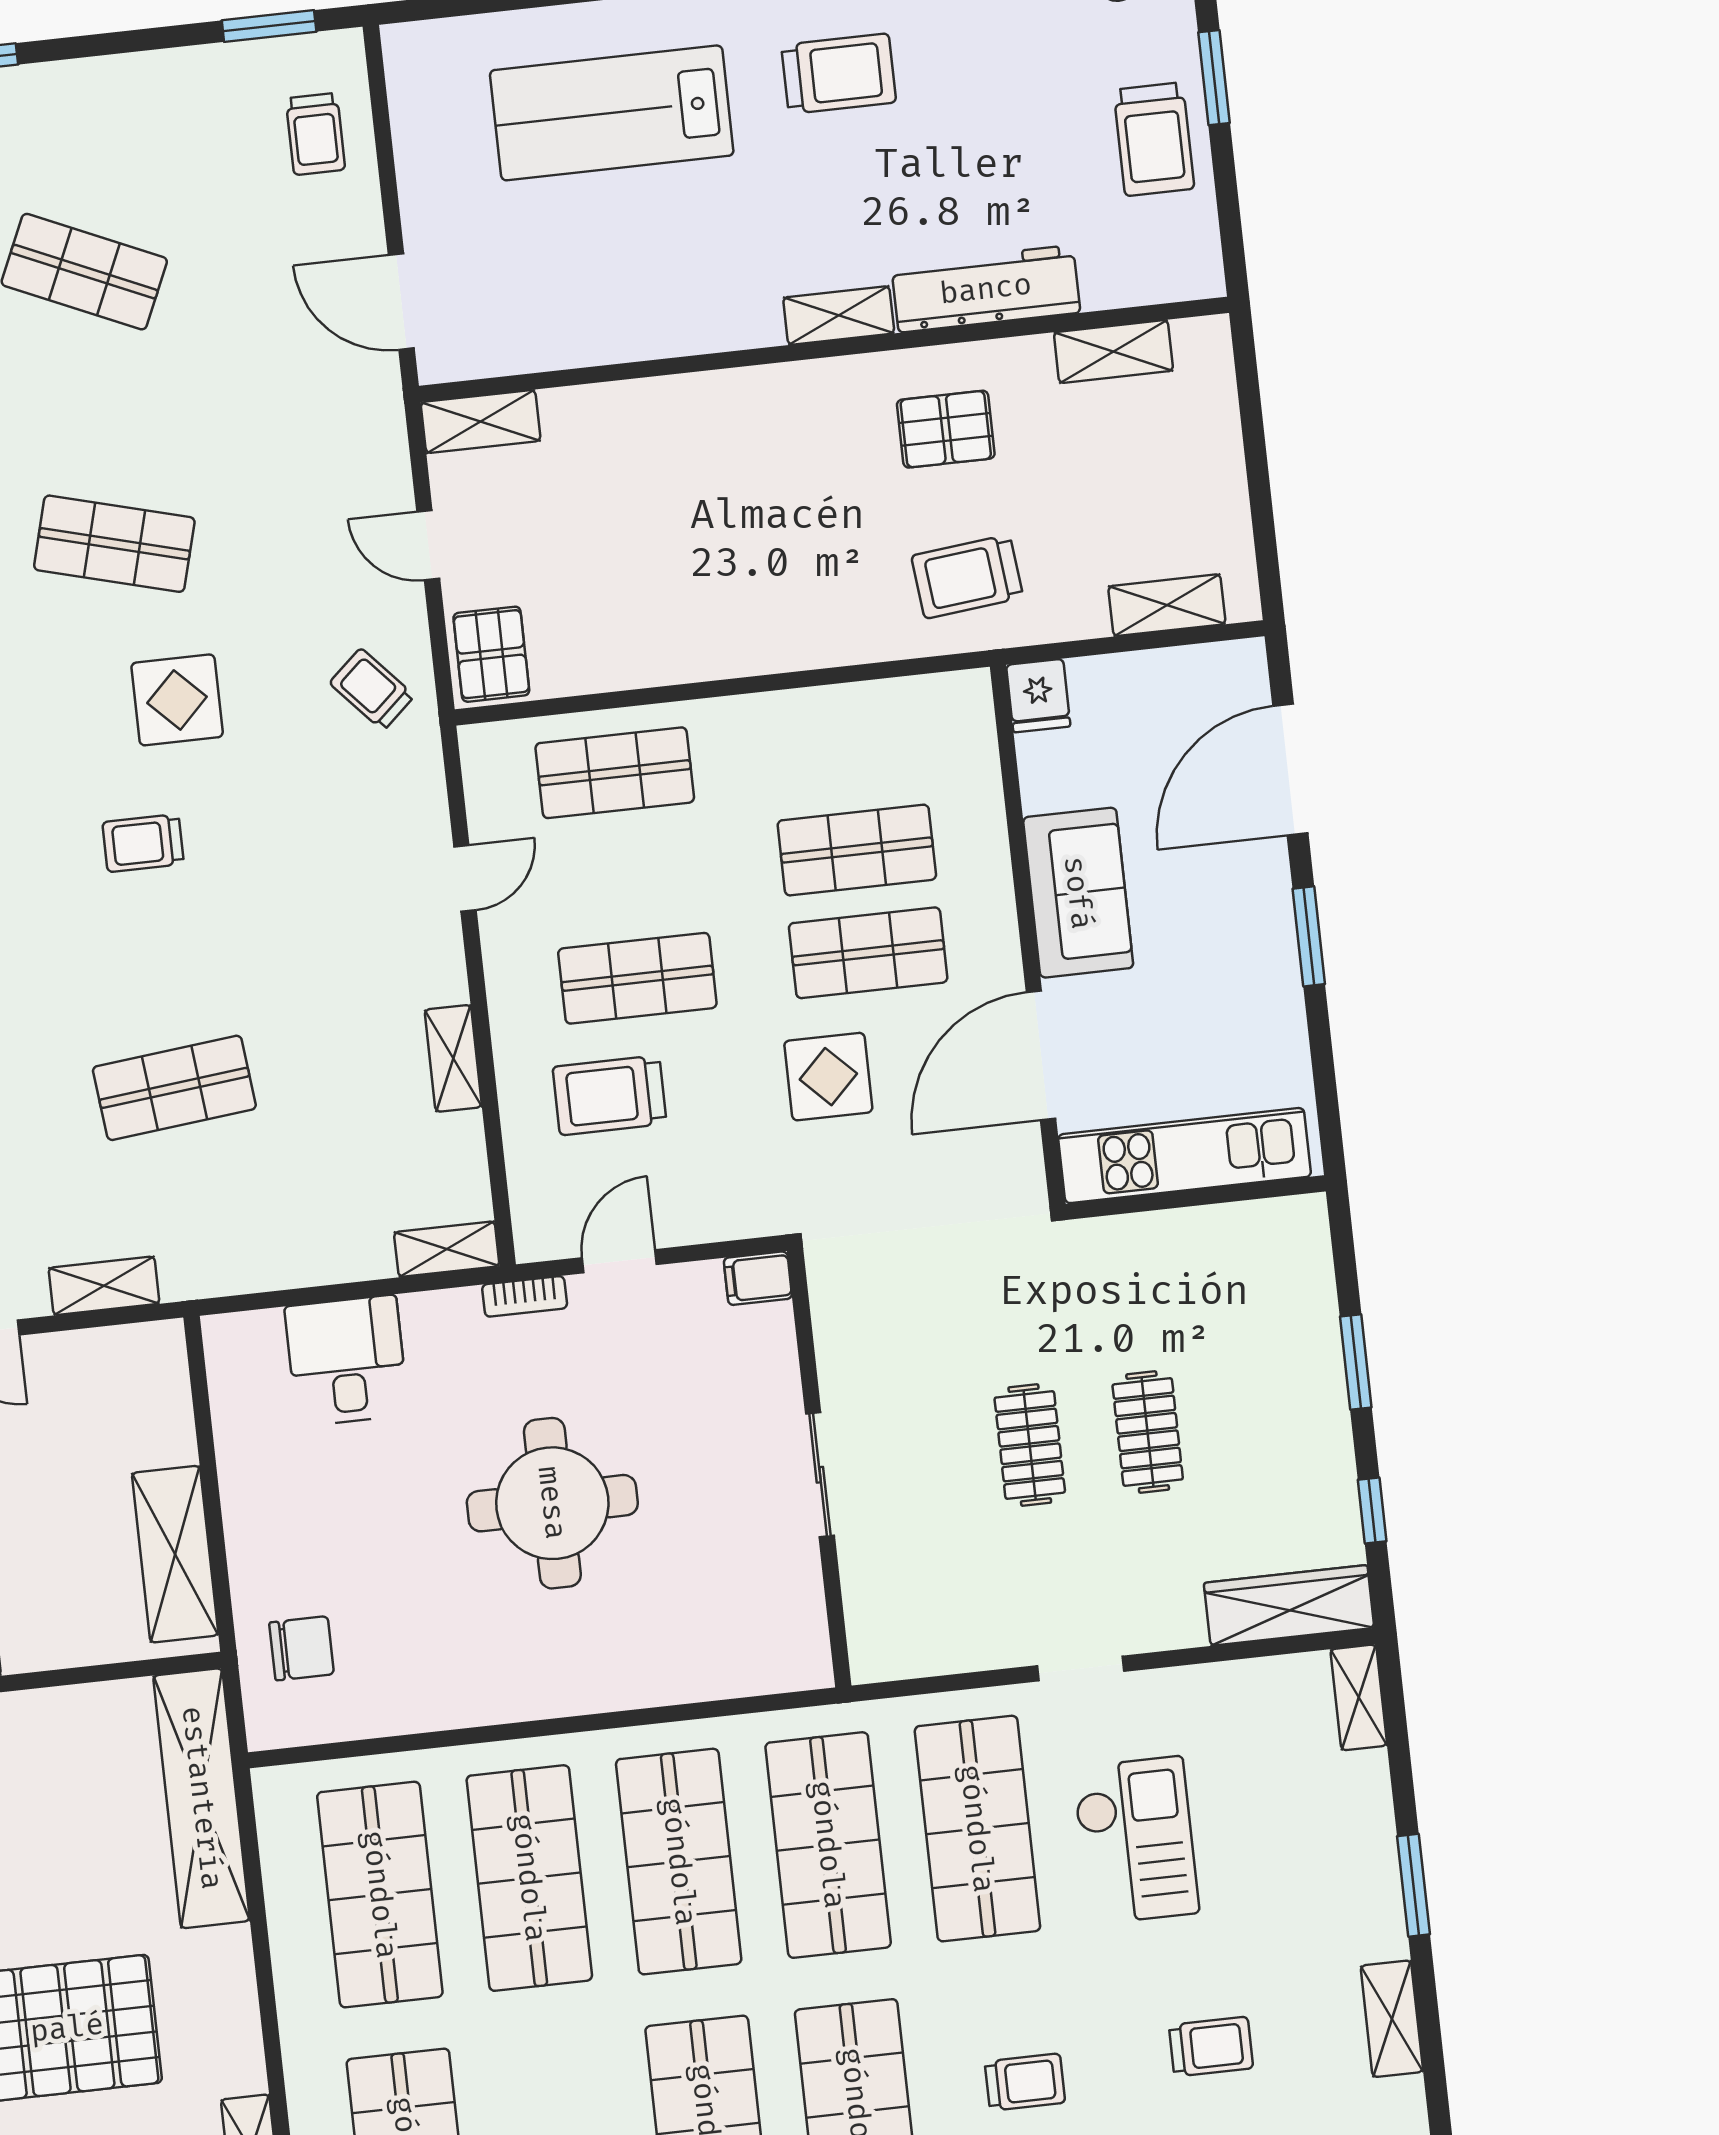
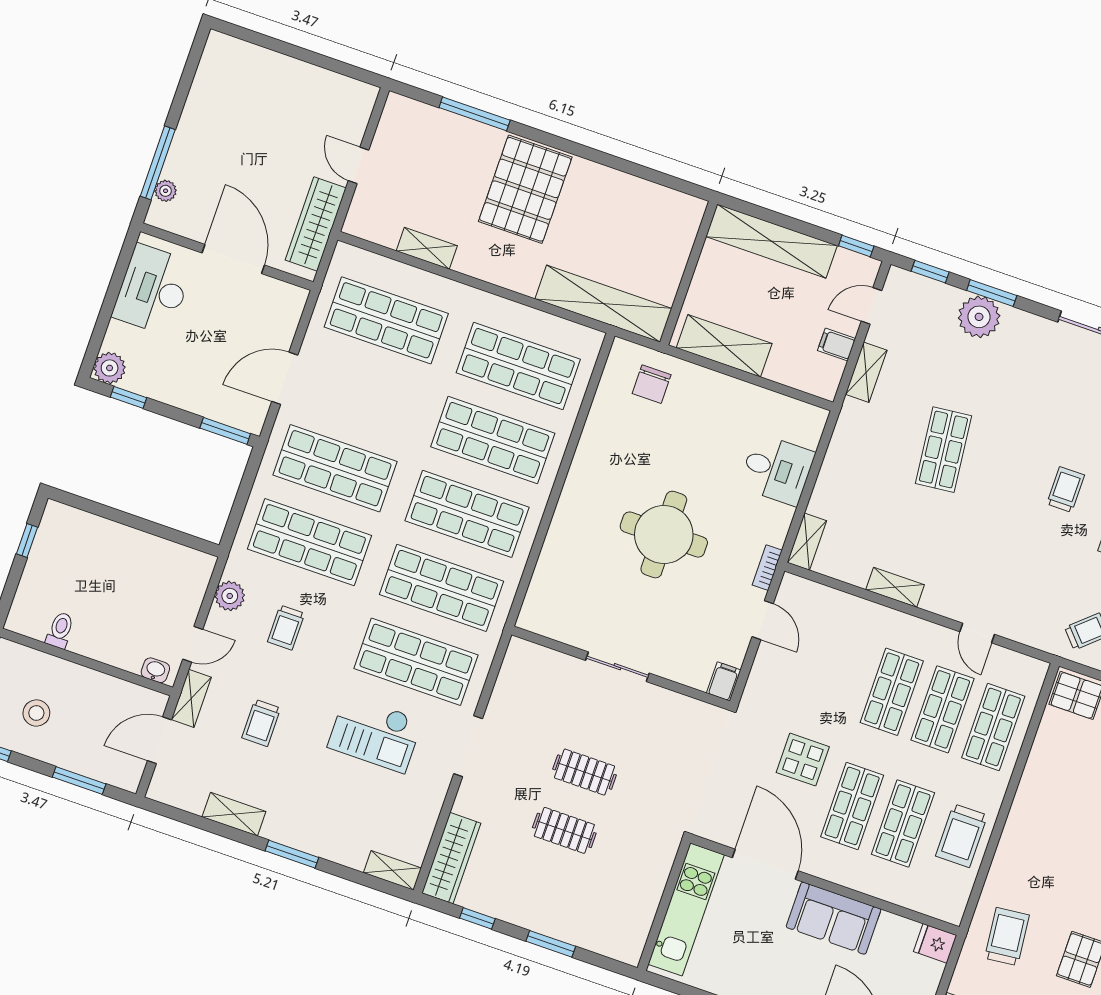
shop shelf: (626, 876) -> (943, 709), added
trolley: (610, 1095) -> (961, 836), moved, turned 180
filing cabinet: (80, 1360) -> (837, 345), added
doorway: (1081, 1669) -> (468, 746), width x1.38

